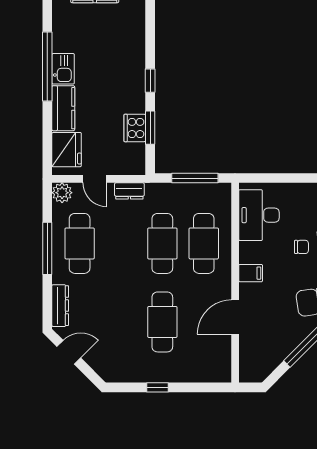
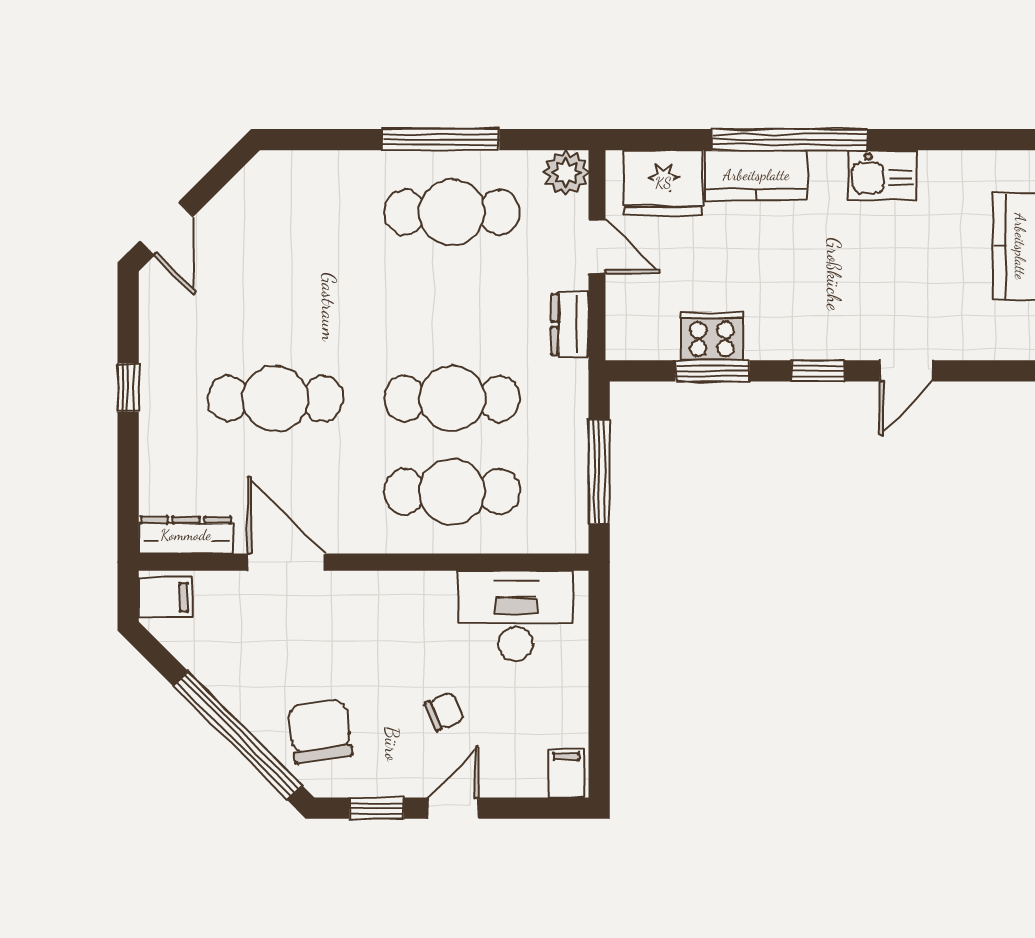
door: (150, 41) -> (906, 371), added
window: (47, 66) -> (790, 140), moved
kitchen sink: (63, 69) -> (882, 175), moved
door: (95, 179) -> (597, 247), swing flipped
chair: (301, 247) -> (444, 711), turned -113
filing cabinet: (251, 273) -> (165, 597), moved, turned -90
dresser: (60, 306) -> (186, 535), moved, turned 180
door: (69, 352) -> (166, 229), moved

